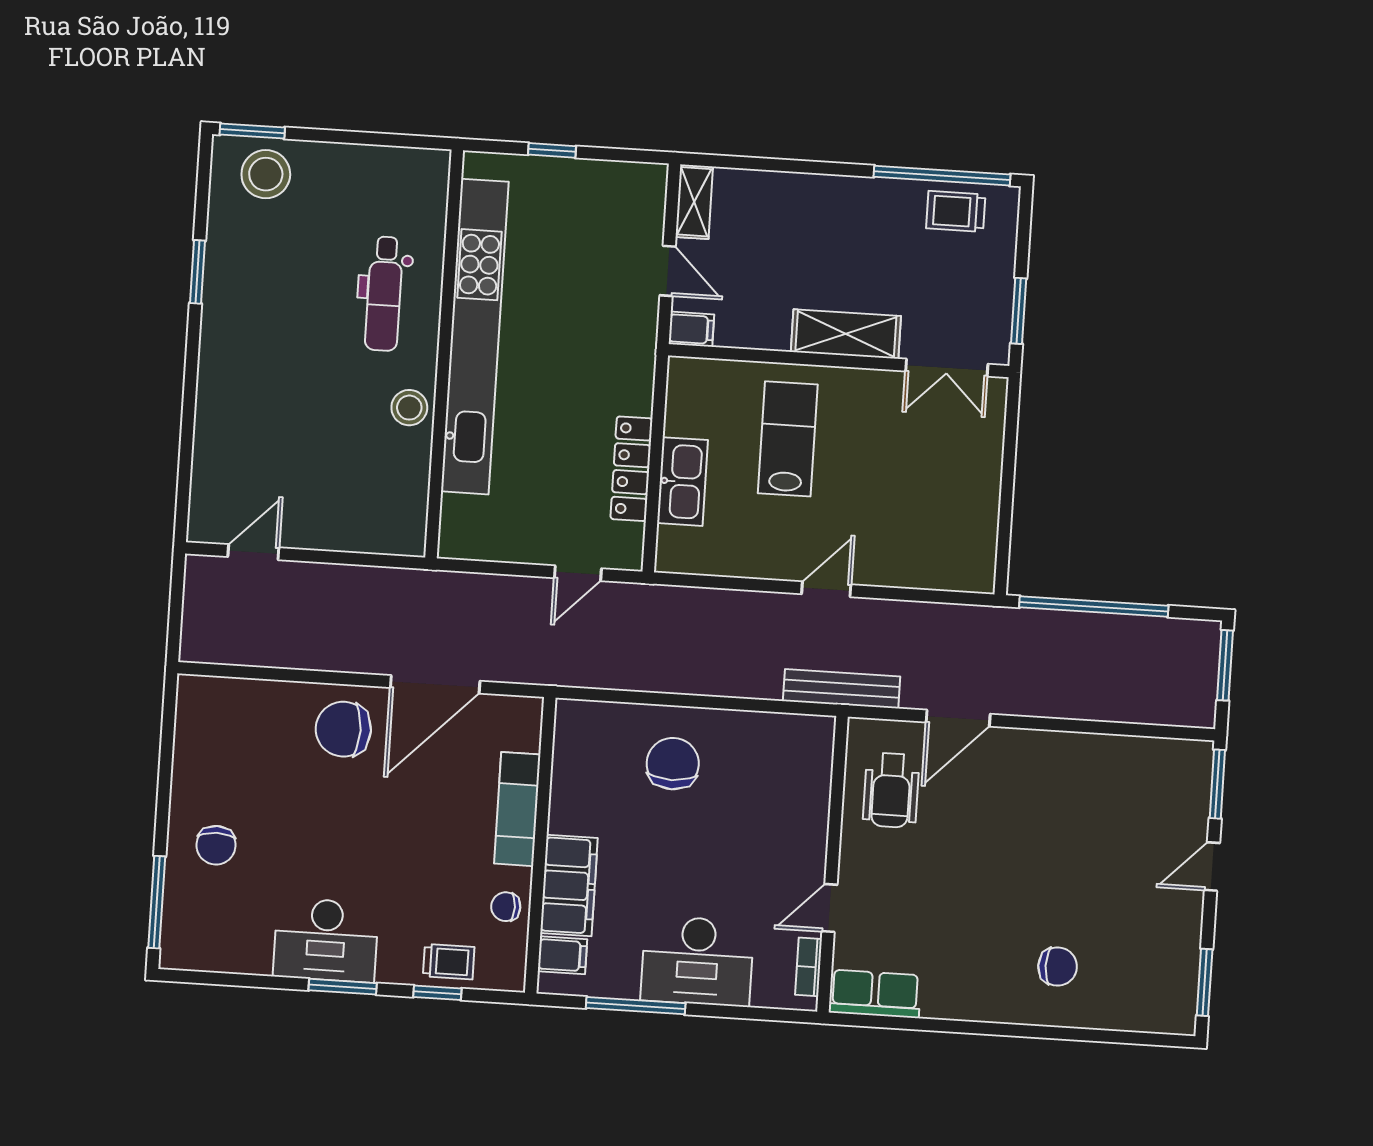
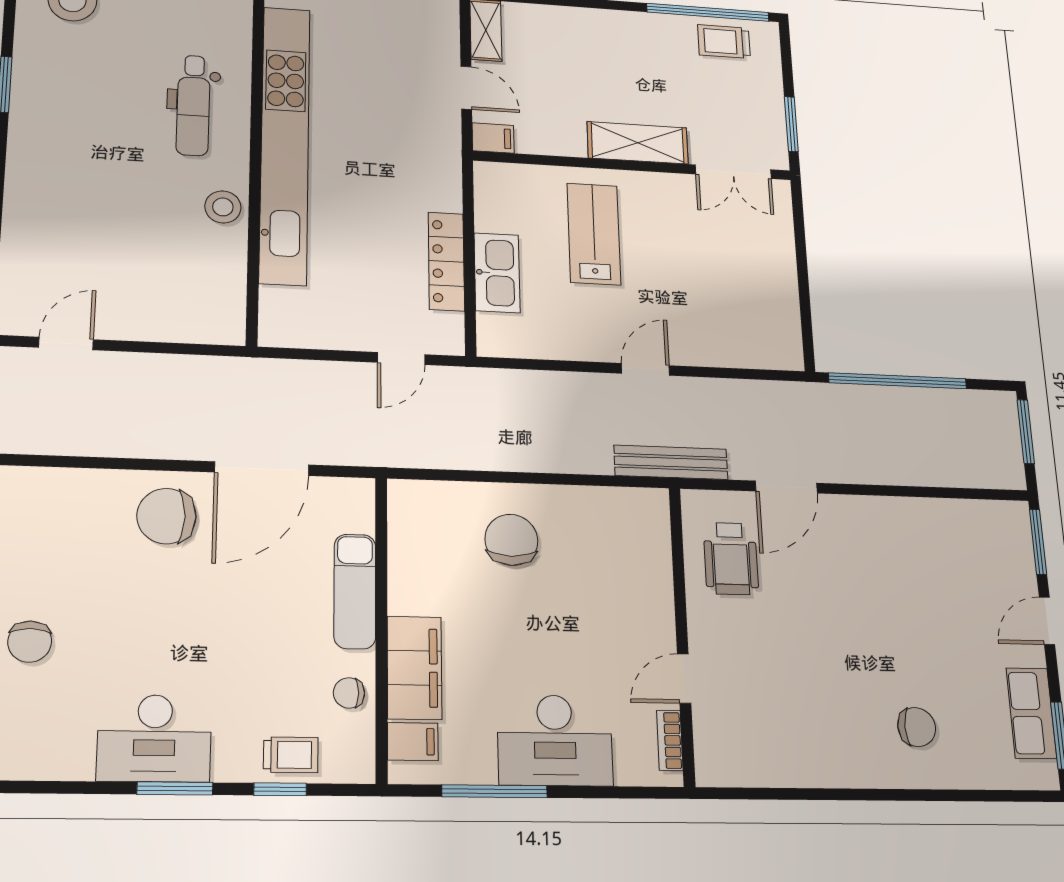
row of seats: (875, 994) -> (1031, 713), moved, turned -90

